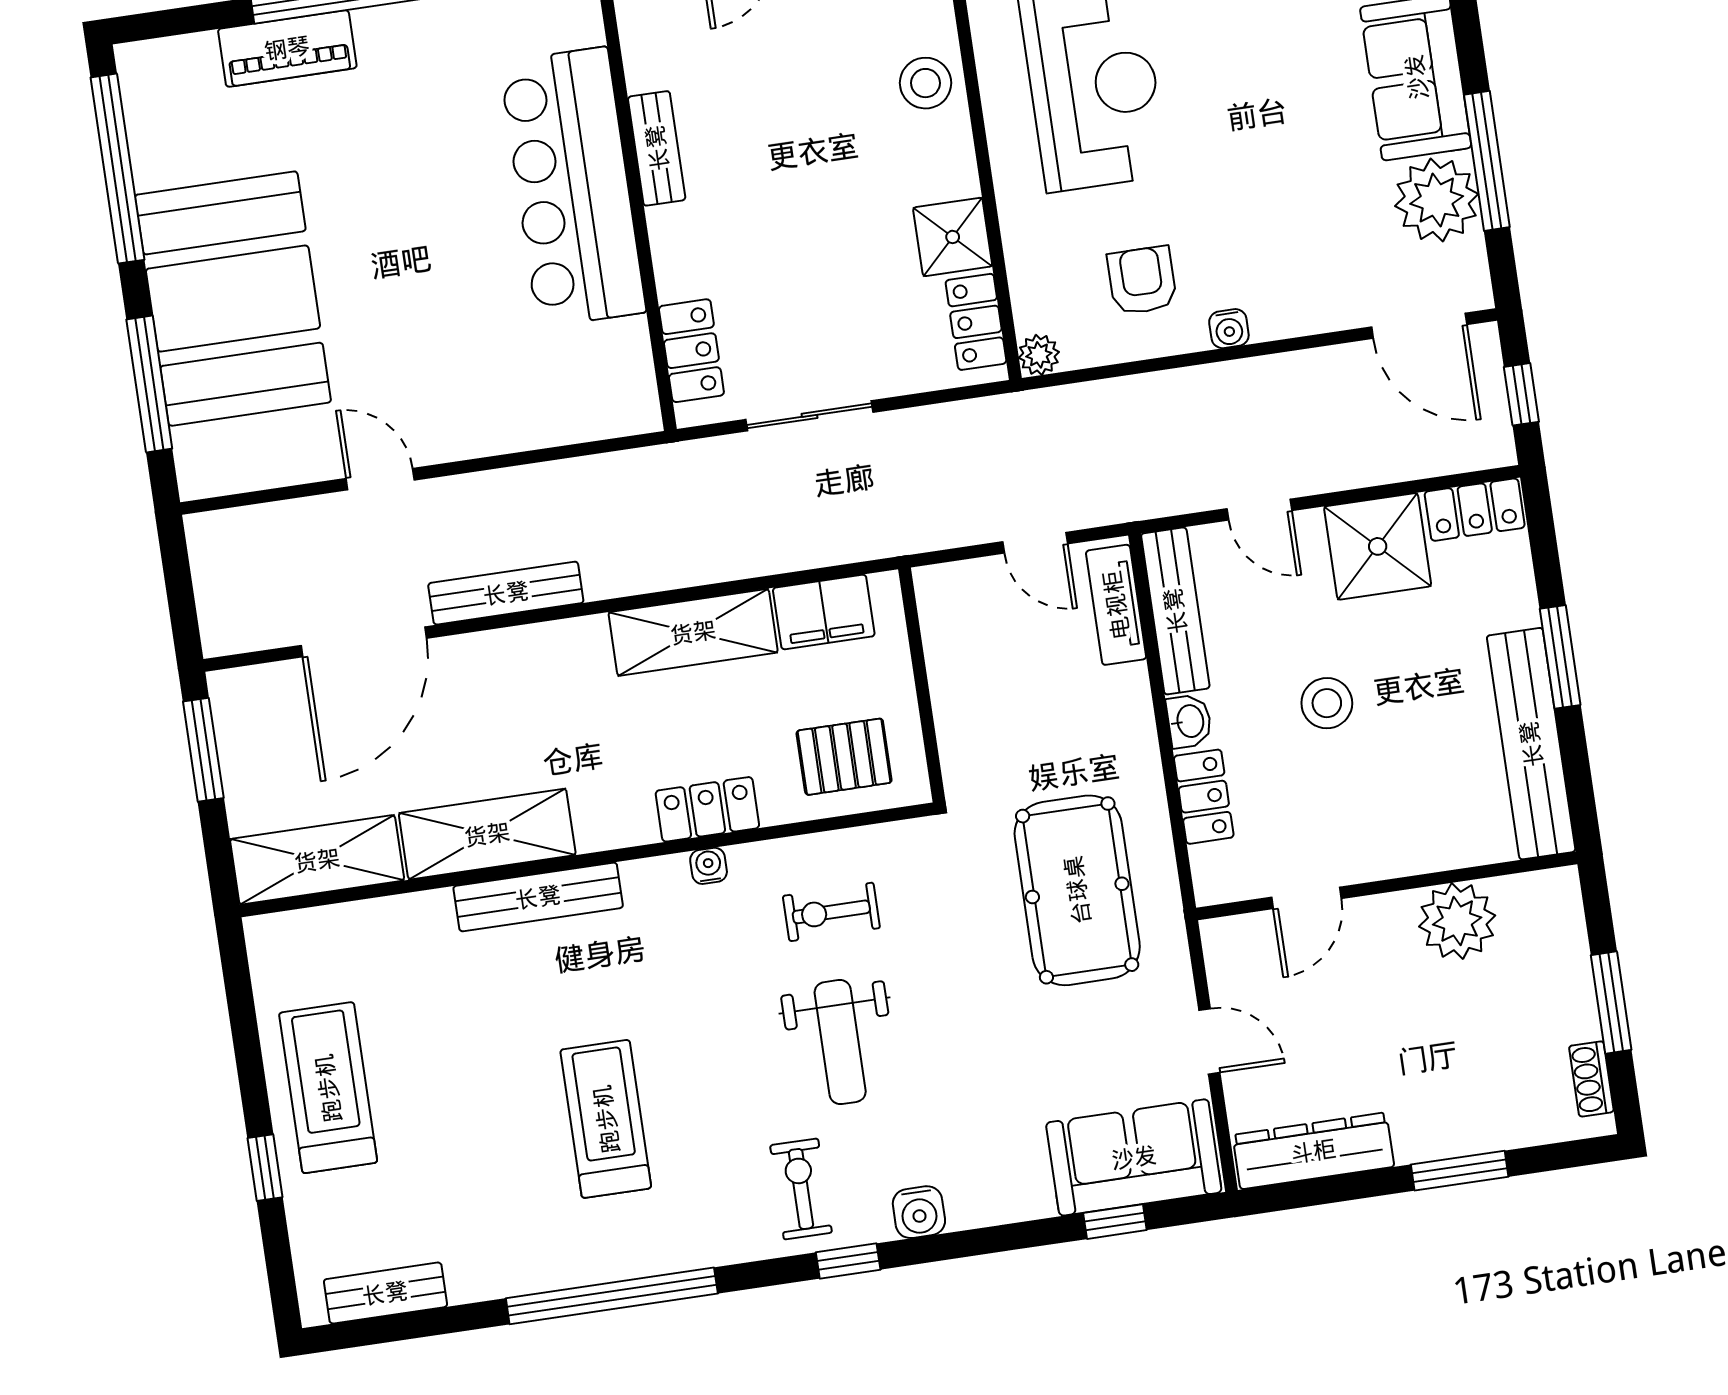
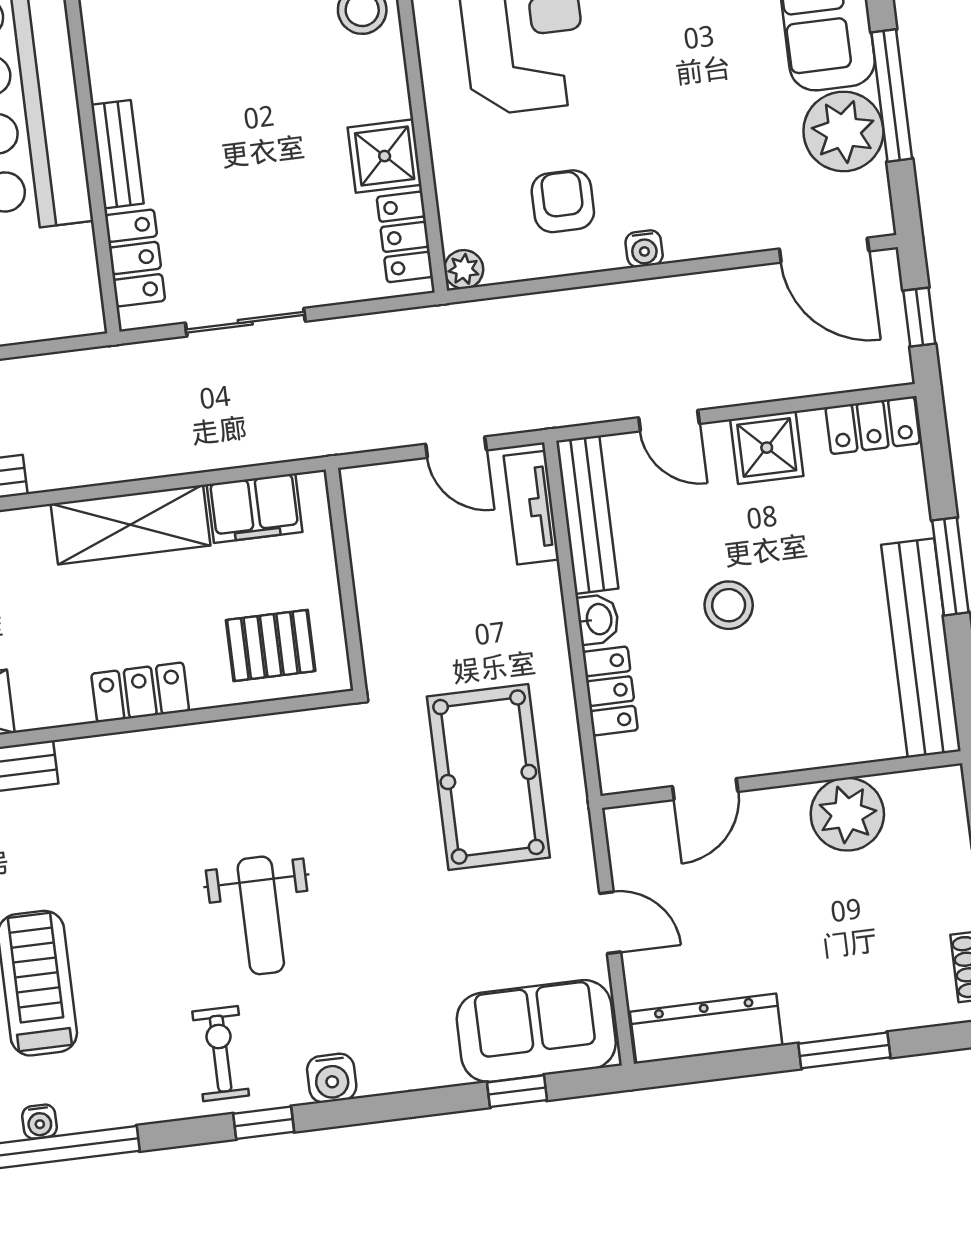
bench: (657, 148) -> (117, 154), moved
shower: (1378, 546) -> (767, 448), width x0.73, depth x0.73
water cooler: (709, 866) -> (40, 1122), moved, turned 180
exercise bike: (831, 912) -> (255, 792), removed

